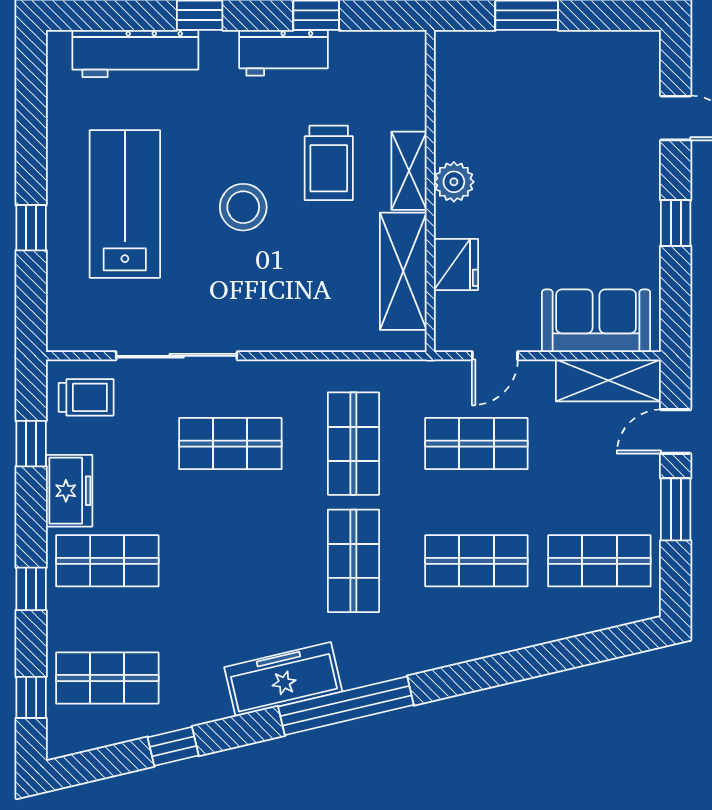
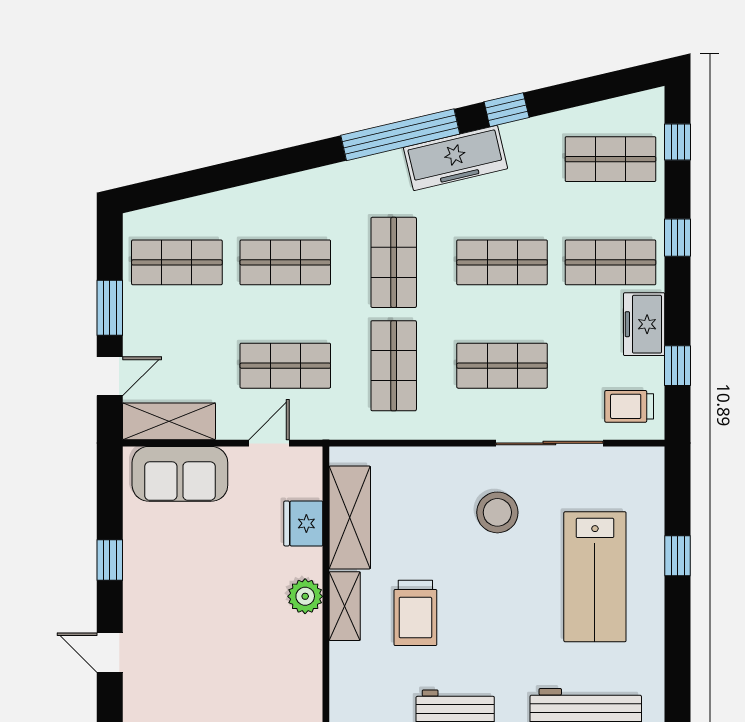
trolley: (329, 163) -> (415, 613), turned 180
stool: (243, 207) -> (497, 512), moved
shop shelf: (230, 561) -> (502, 262), added
window: (173, 746) -> (507, 110), moved

